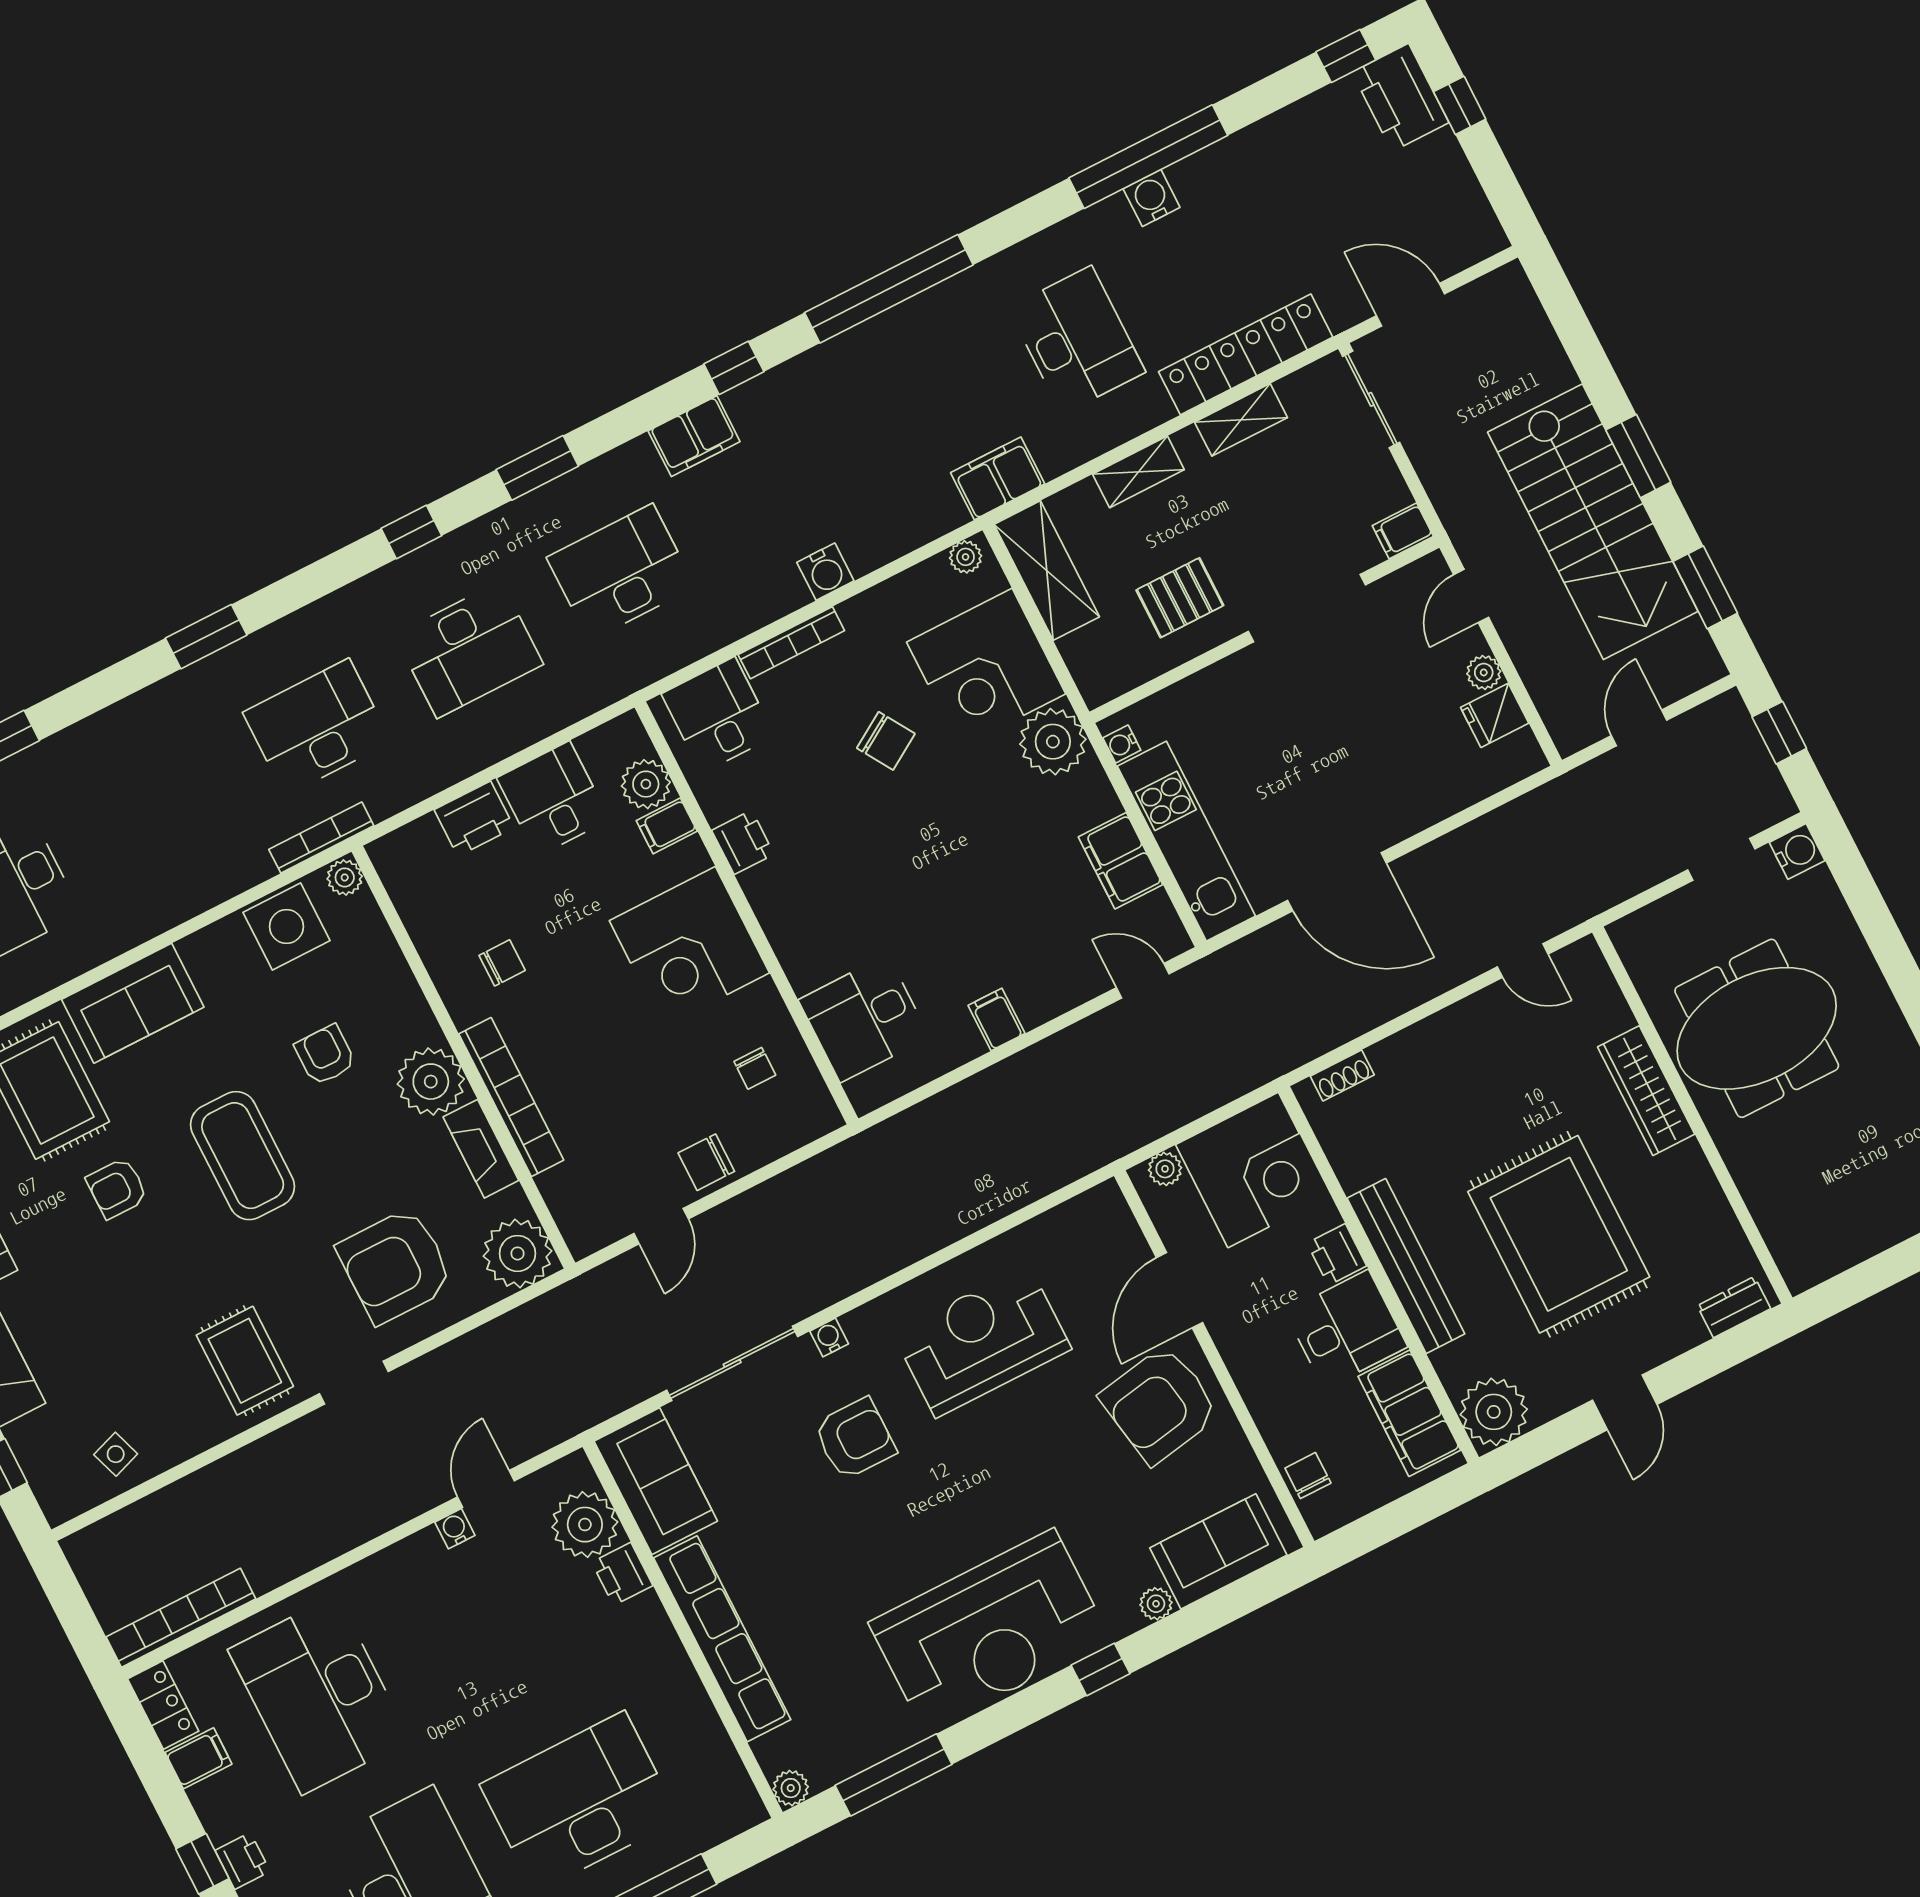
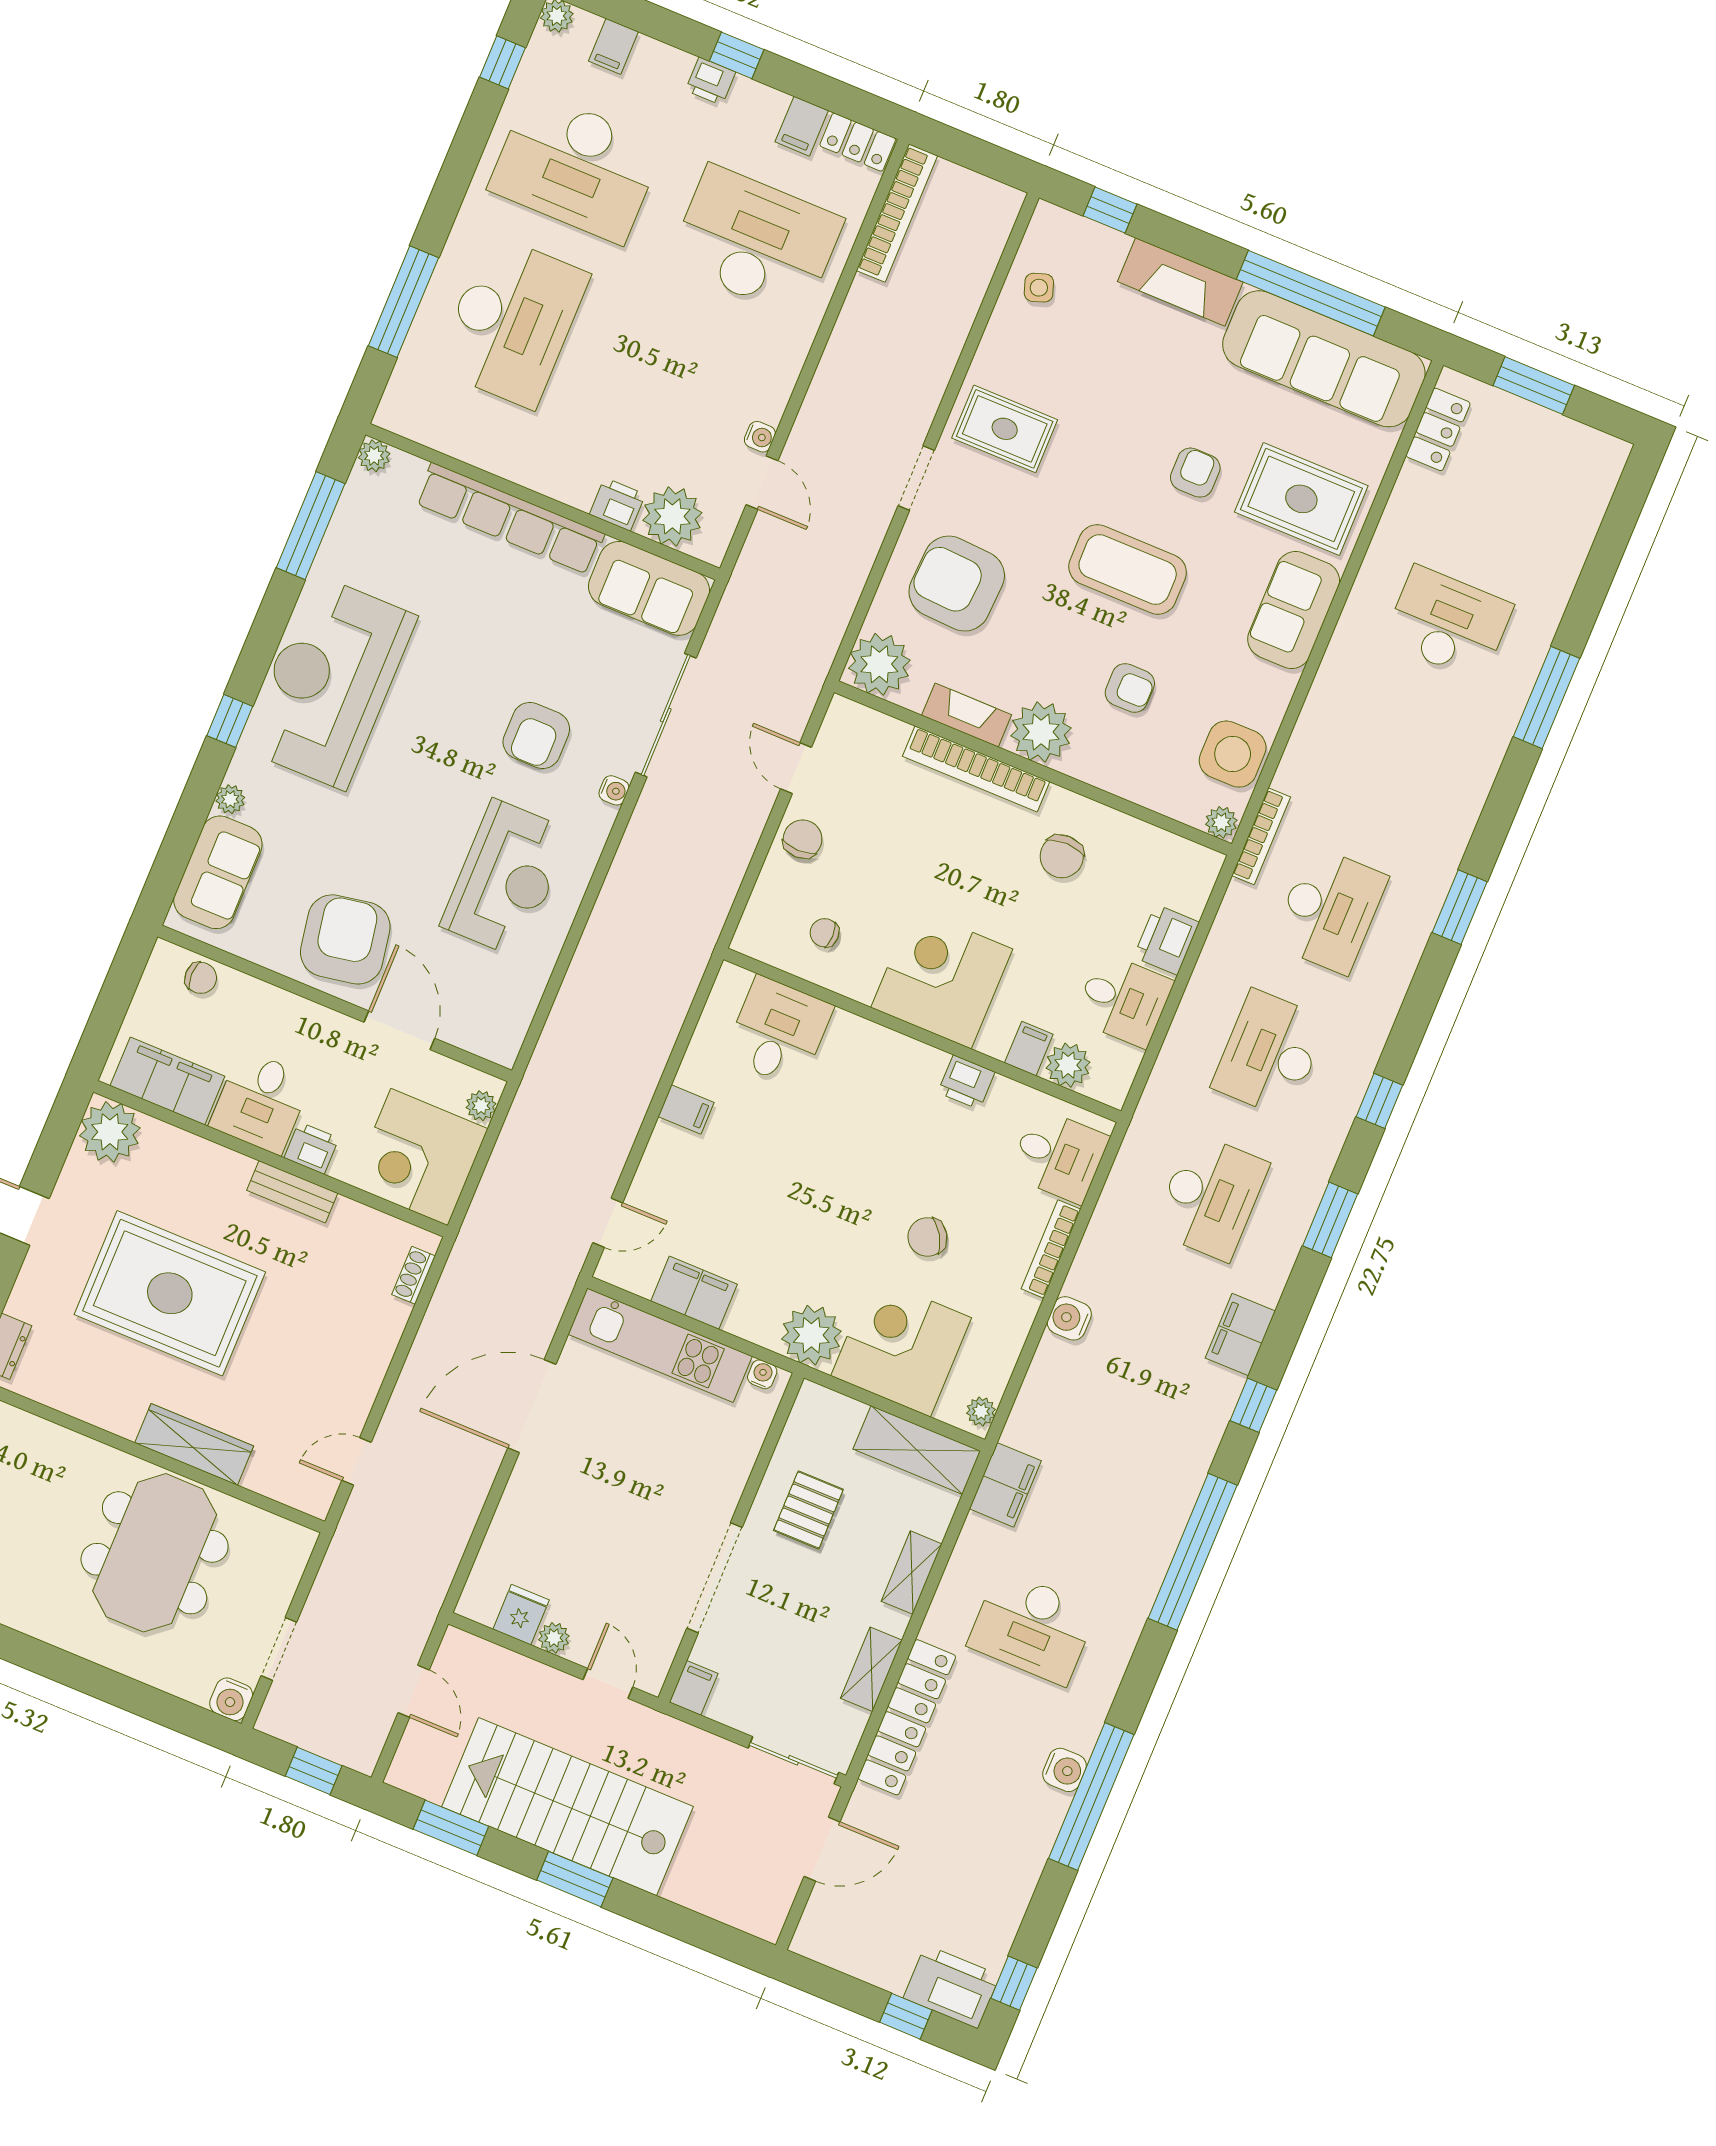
chair: (502, 963) -> (1062, 856), width x1.37, depth x1.37
armchair: (395, 1266) -> (957, 584), turned -87
bench: (1406, 1266) -> (292, 1192), width x0.54, depth x0.82

